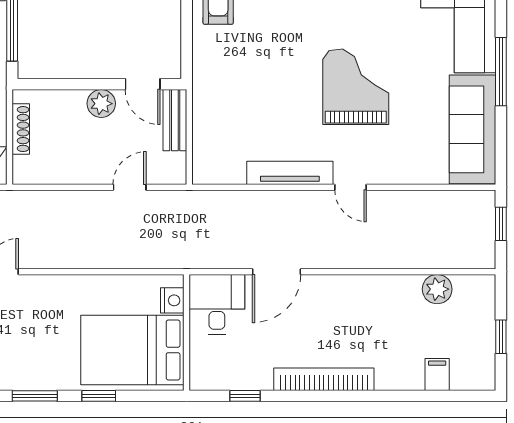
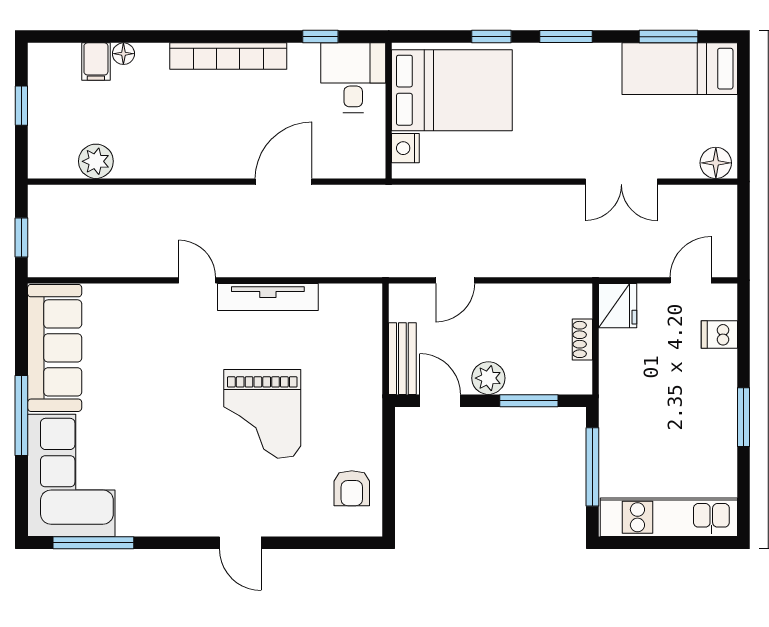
window: (67, 84) -> (529, 401), added
grand piano: (356, 87) -> (262, 414), moved
shoe rack: (21, 129) -> (582, 339), width x0.70
desk: (217, 304) -> (353, 78), moved, turned 180
floor lamp: (414, 381) -> (123, 54), added

